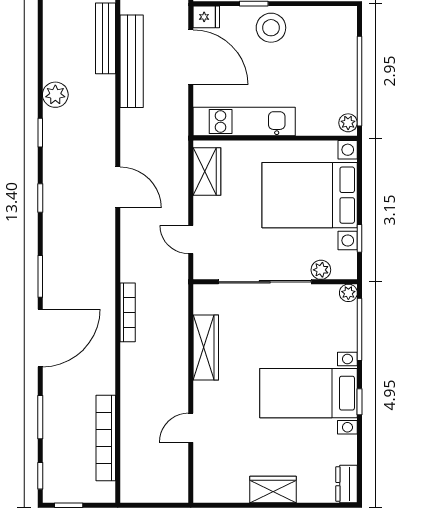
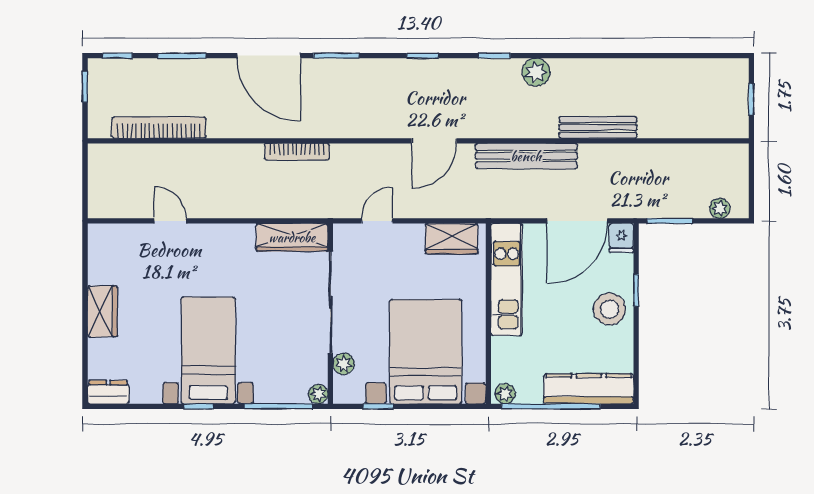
kitchen counter: (344, 47) -> (589, 389), added
bench: (132, 61) -> (526, 156), moved
wardrobe: (206, 348) -> (292, 237), moved

